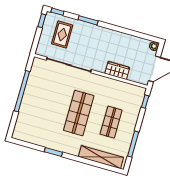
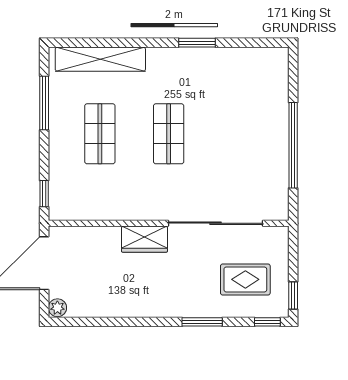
rug: (62, 35) -> (245, 279), turned 90
wardrobe: (117, 71) -> (144, 239), moved
shop shelf: (79, 113) -> (169, 134), width x0.70, depth x0.74

